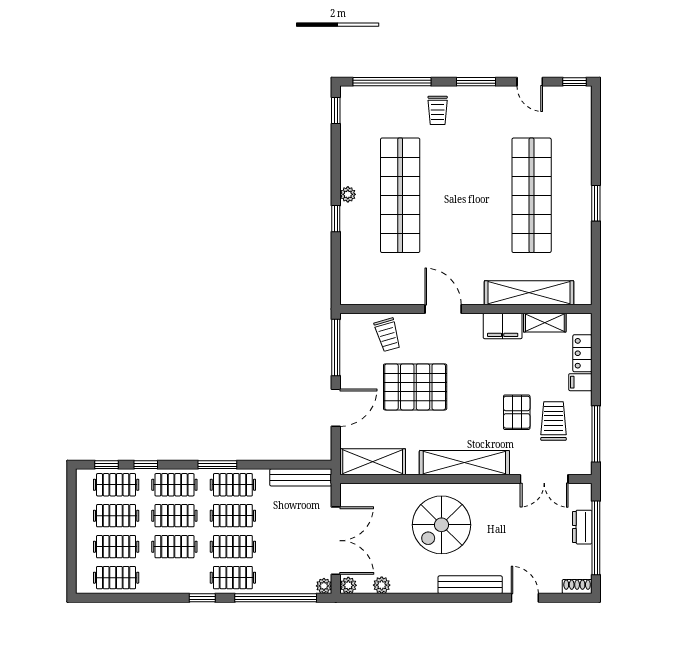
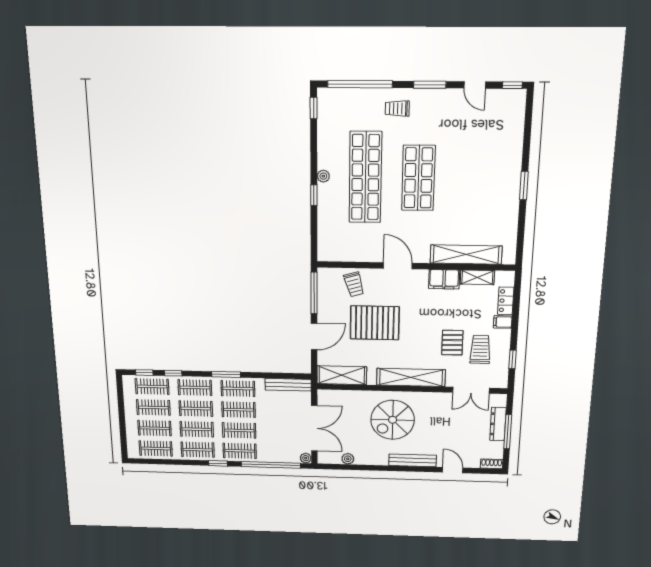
trolley: (438, 110) -> (397, 109), turned 90
shop shelf: (532, 195) -> (418, 178), moved, width x0.71
window: (596, 434) -> (512, 359), width x0.46
dresser: (582, 527) -> (498, 424), width x1.44
window: (596, 538) -> (508, 432), width x0.68
clothes rail: (174, 578) -> (198, 450), added
plant: (348, 585) -> (323, 458), removed

